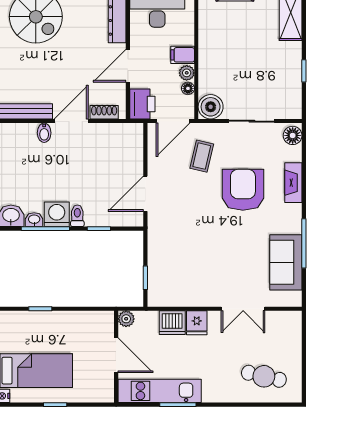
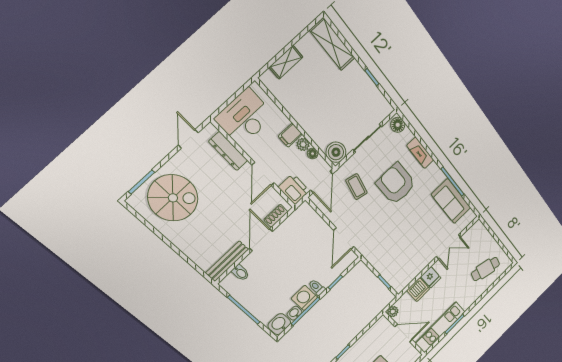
bidet: (44, 133) -> (241, 273), moved

